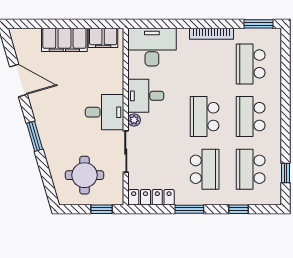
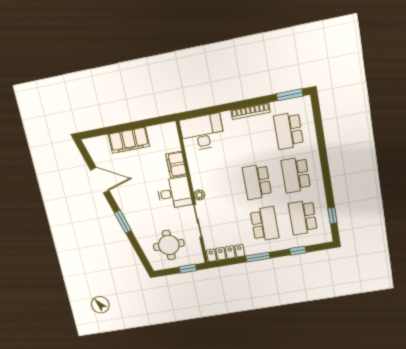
filing cabinet: (103, 38) -> (176, 164), moved, turned 90
desk: (146, 96) -> (205, 174), removed

